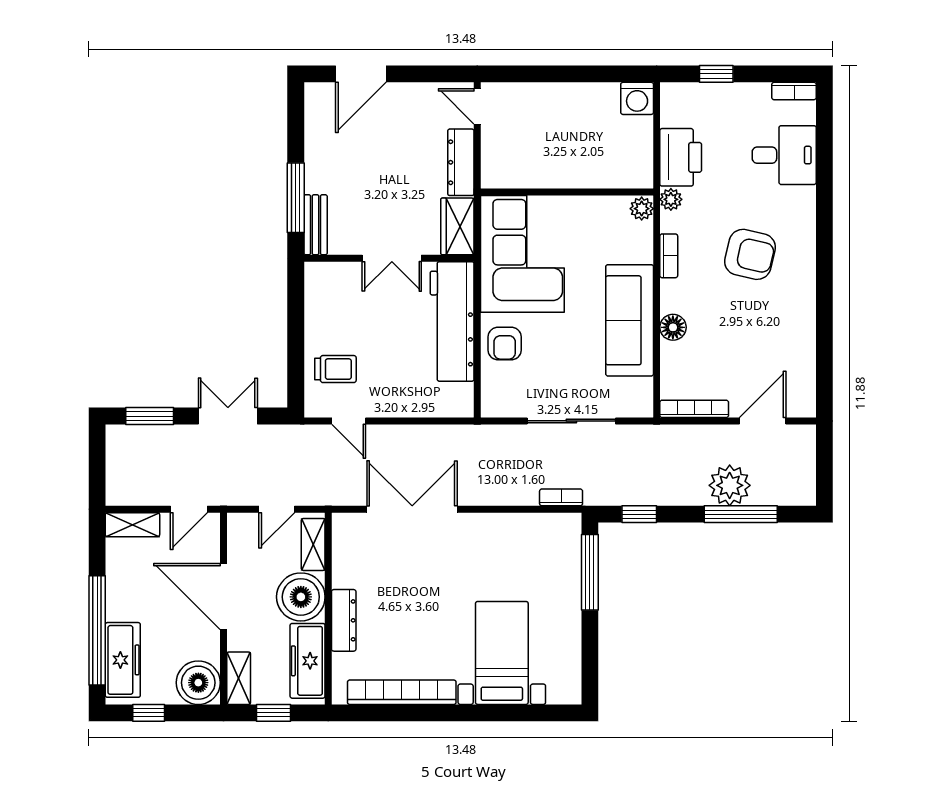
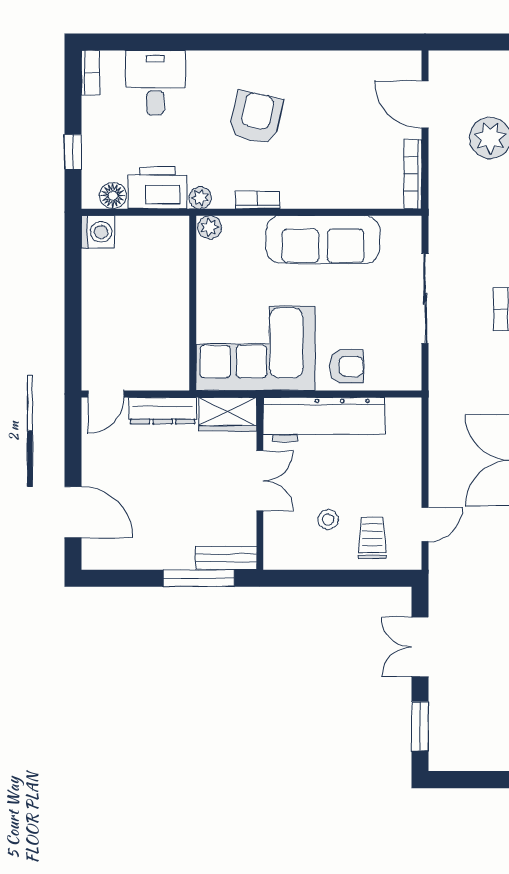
stool: (354, 325) -> (328, 520), added
floor lamp: (673, 327) -> (113, 196), moved

